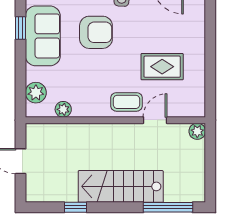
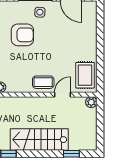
rug: (162, 67) -> (85, 75), moved, turned 90
window: (168, 207) -> (71, 154), width x0.46

